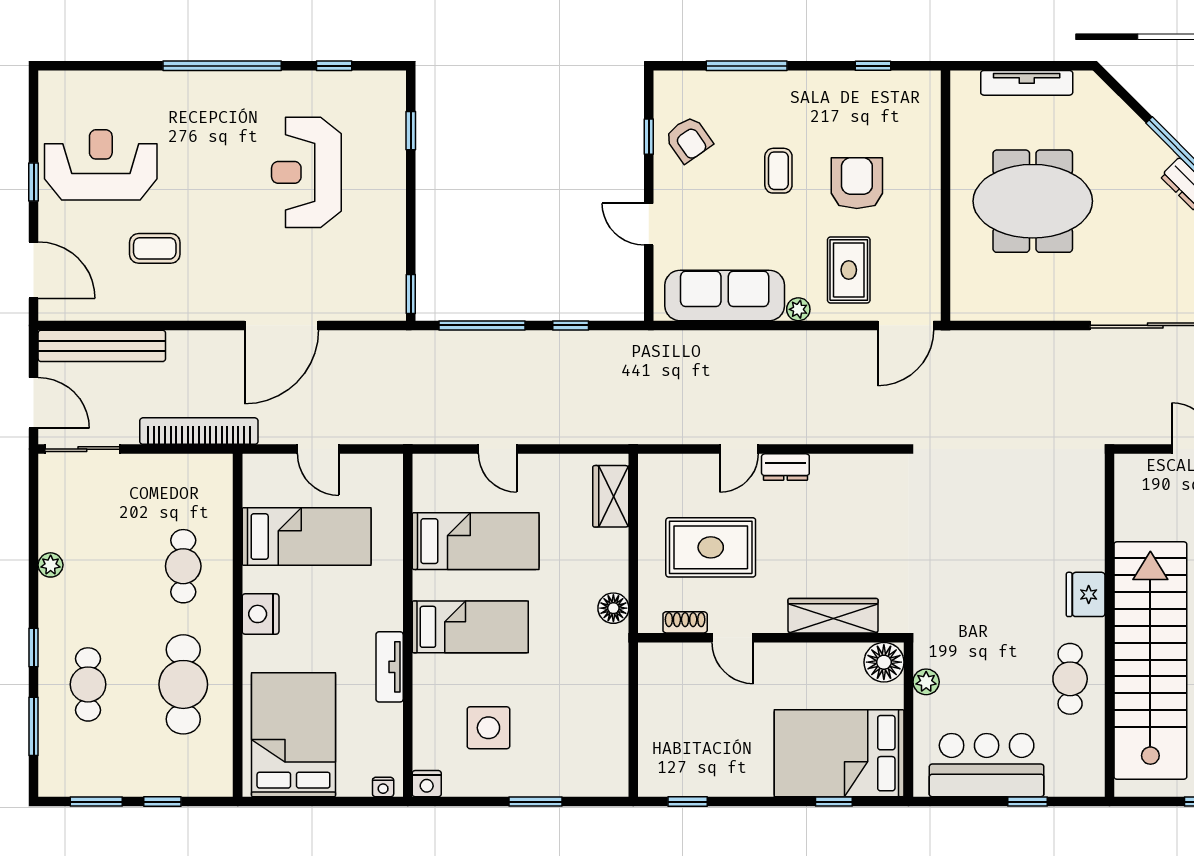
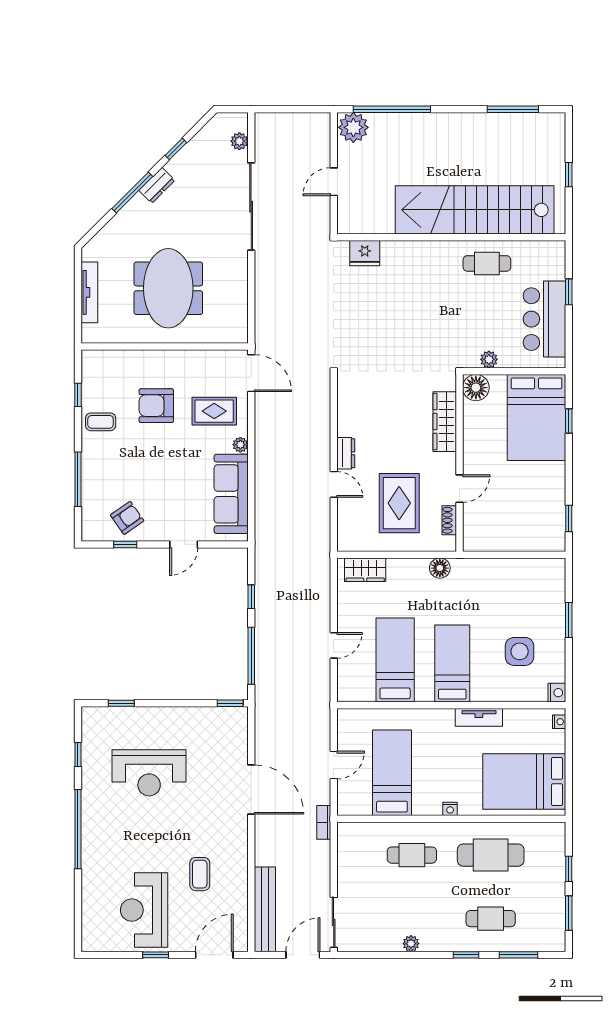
coffee table: (778, 171) -> (101, 422), moved
bookcase: (199, 431) -> (324, 822), width x0.43, depth x0.76
fridge: (1086, 594) -> (365, 253), moved
nightstand: (261, 614) -> (450, 809), width x0.53, depth x0.56

